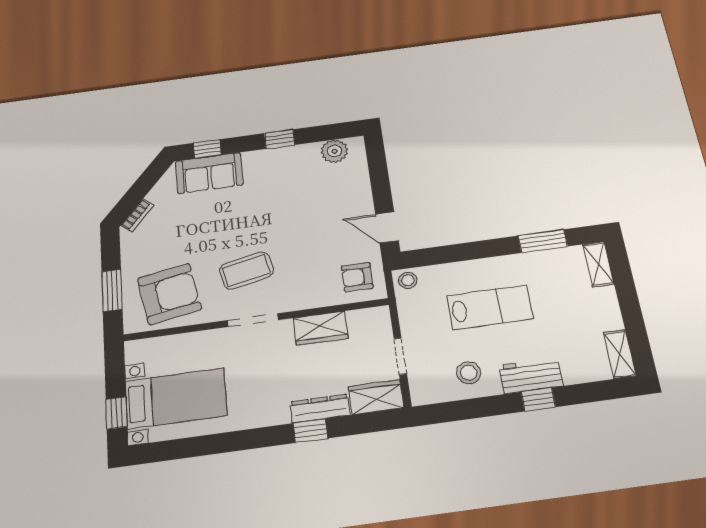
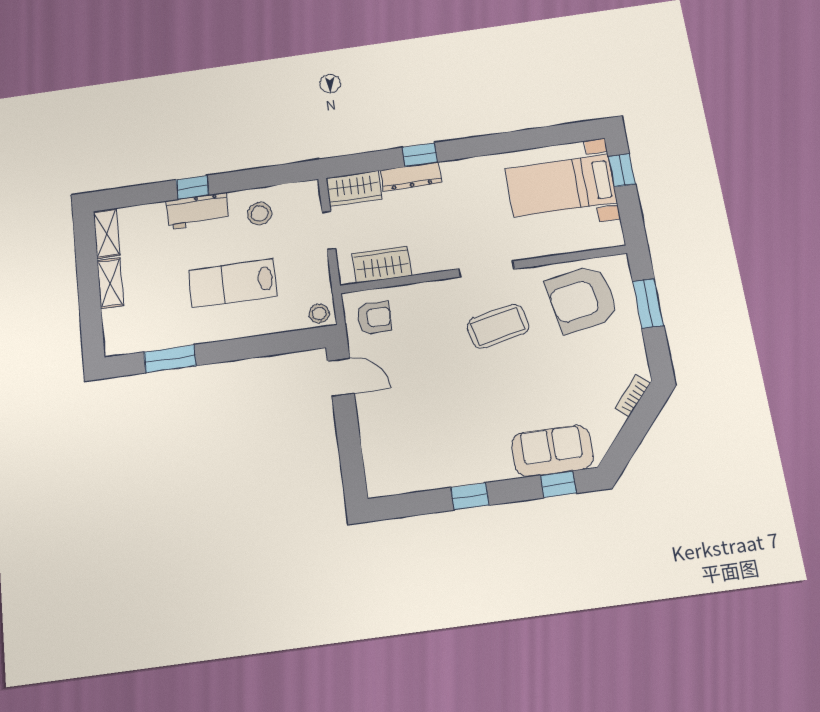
plant: (334, 151) -> (403, 478), removed
shelving: (598, 264) -> (110, 283), moved
wardrobe: (321, 328) -> (382, 264), moved

